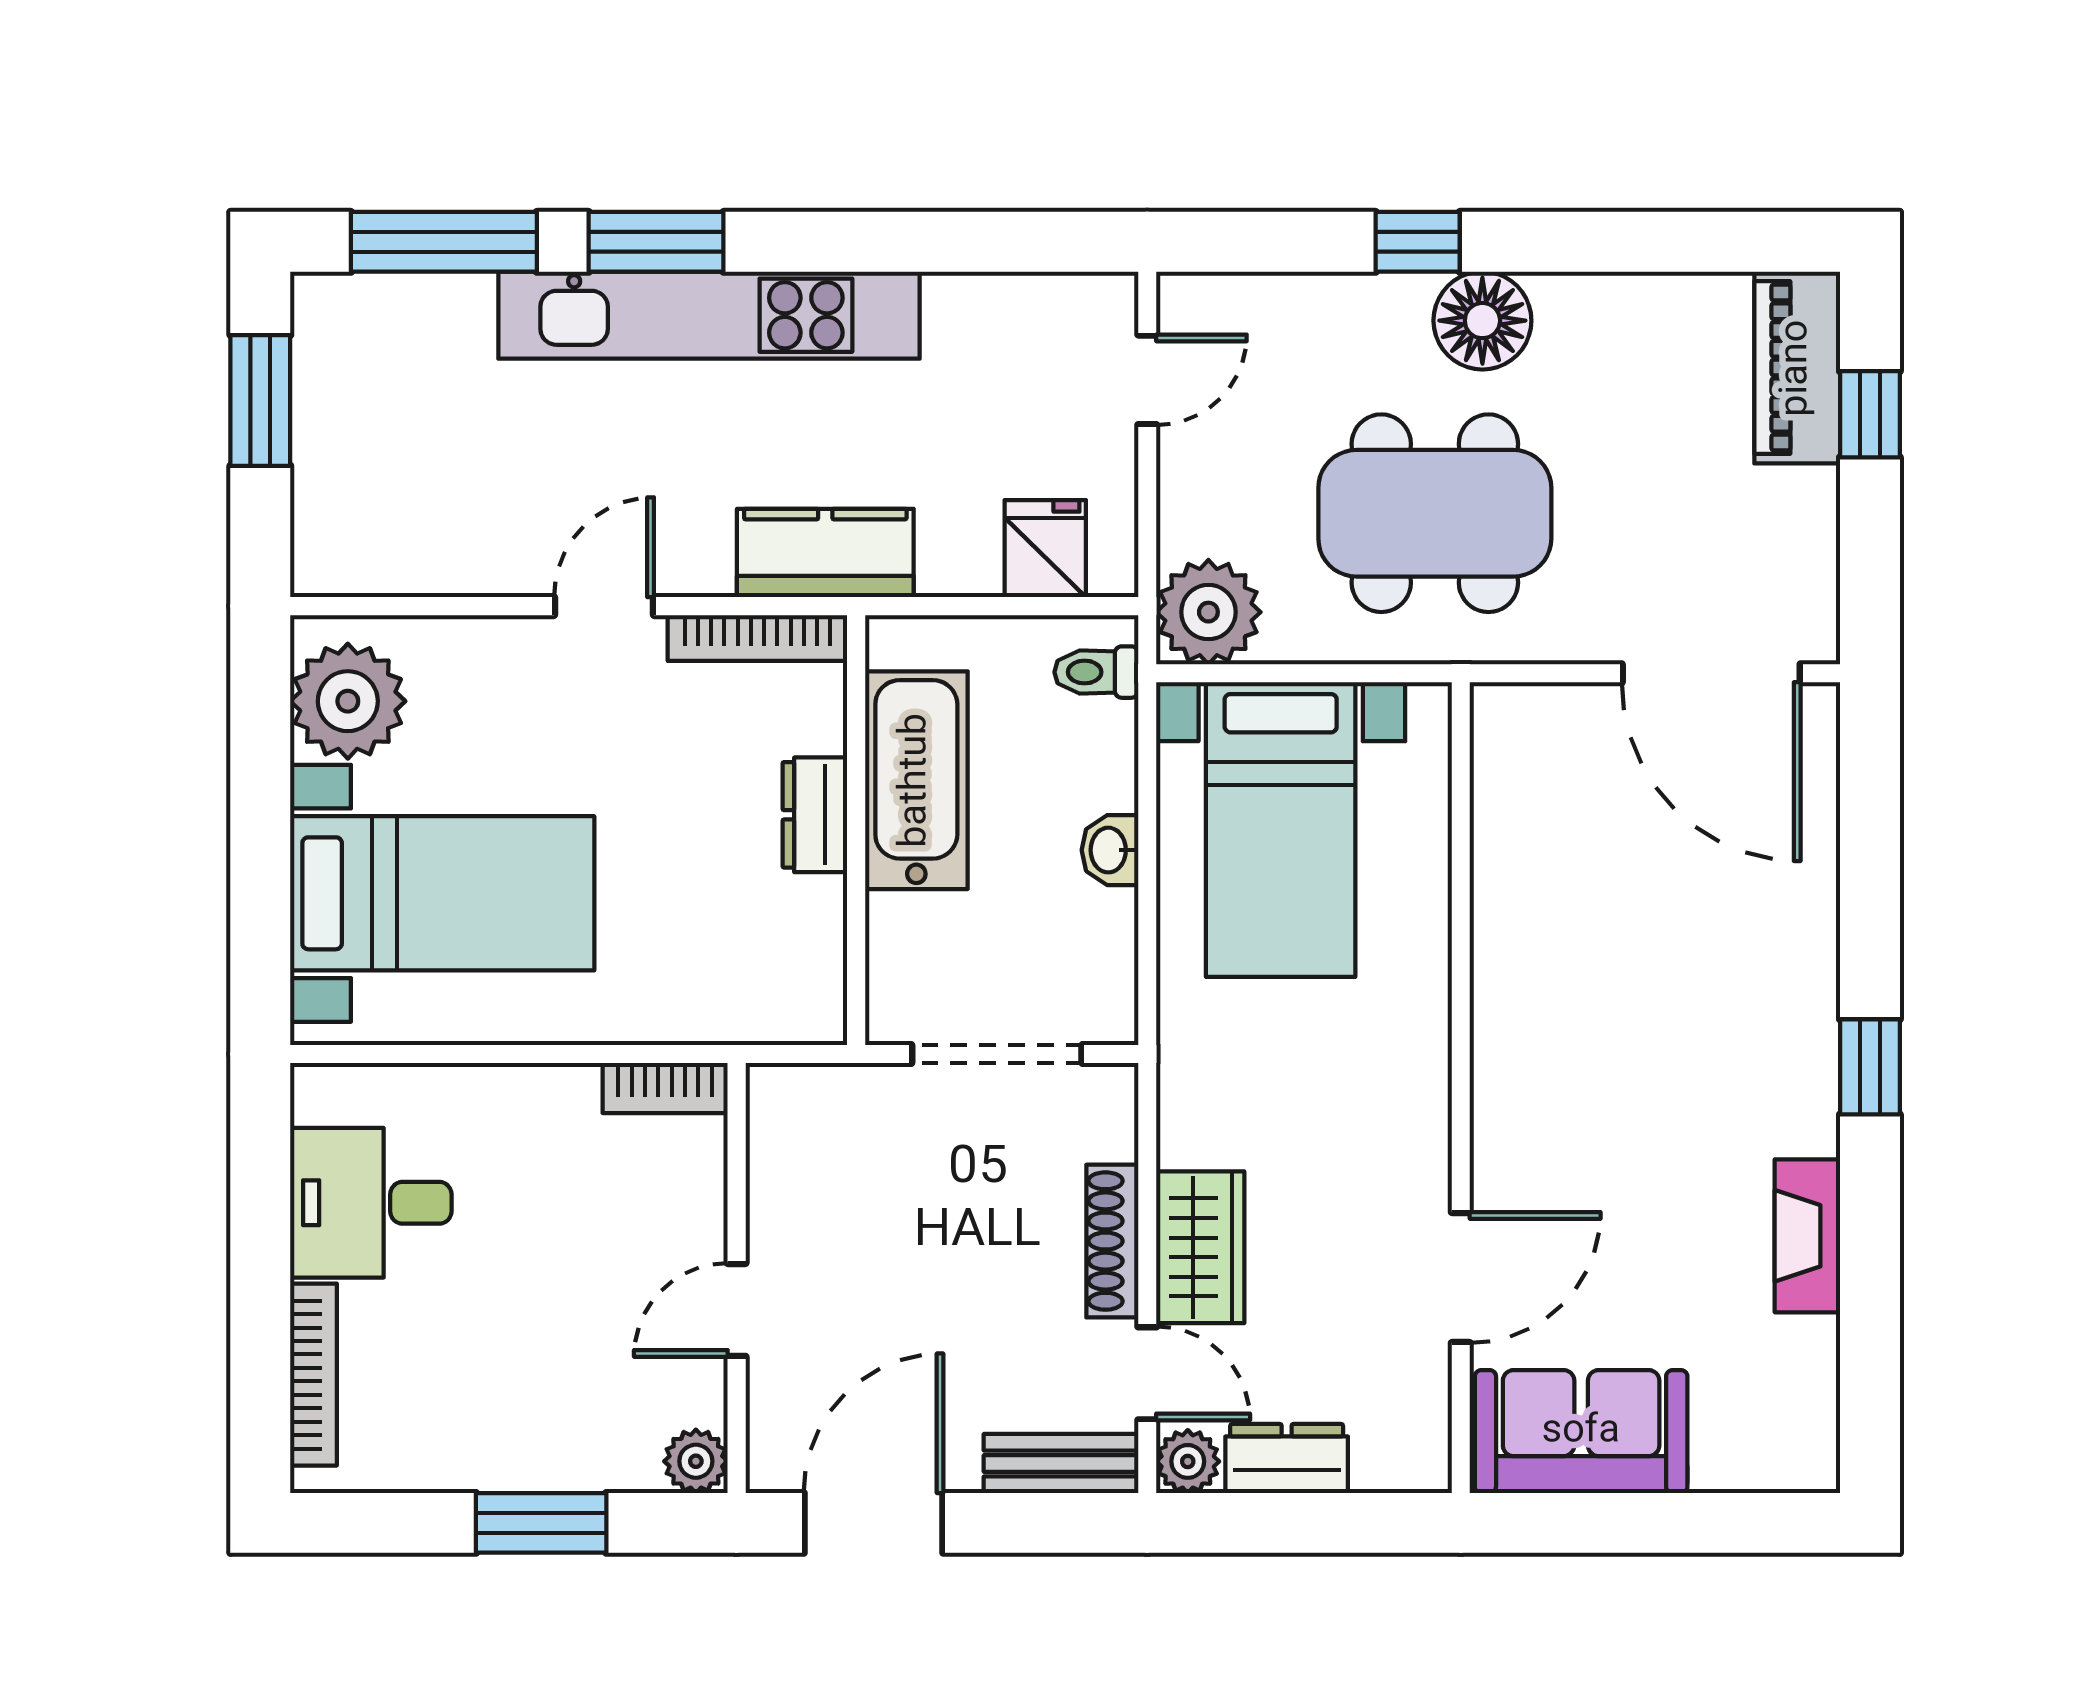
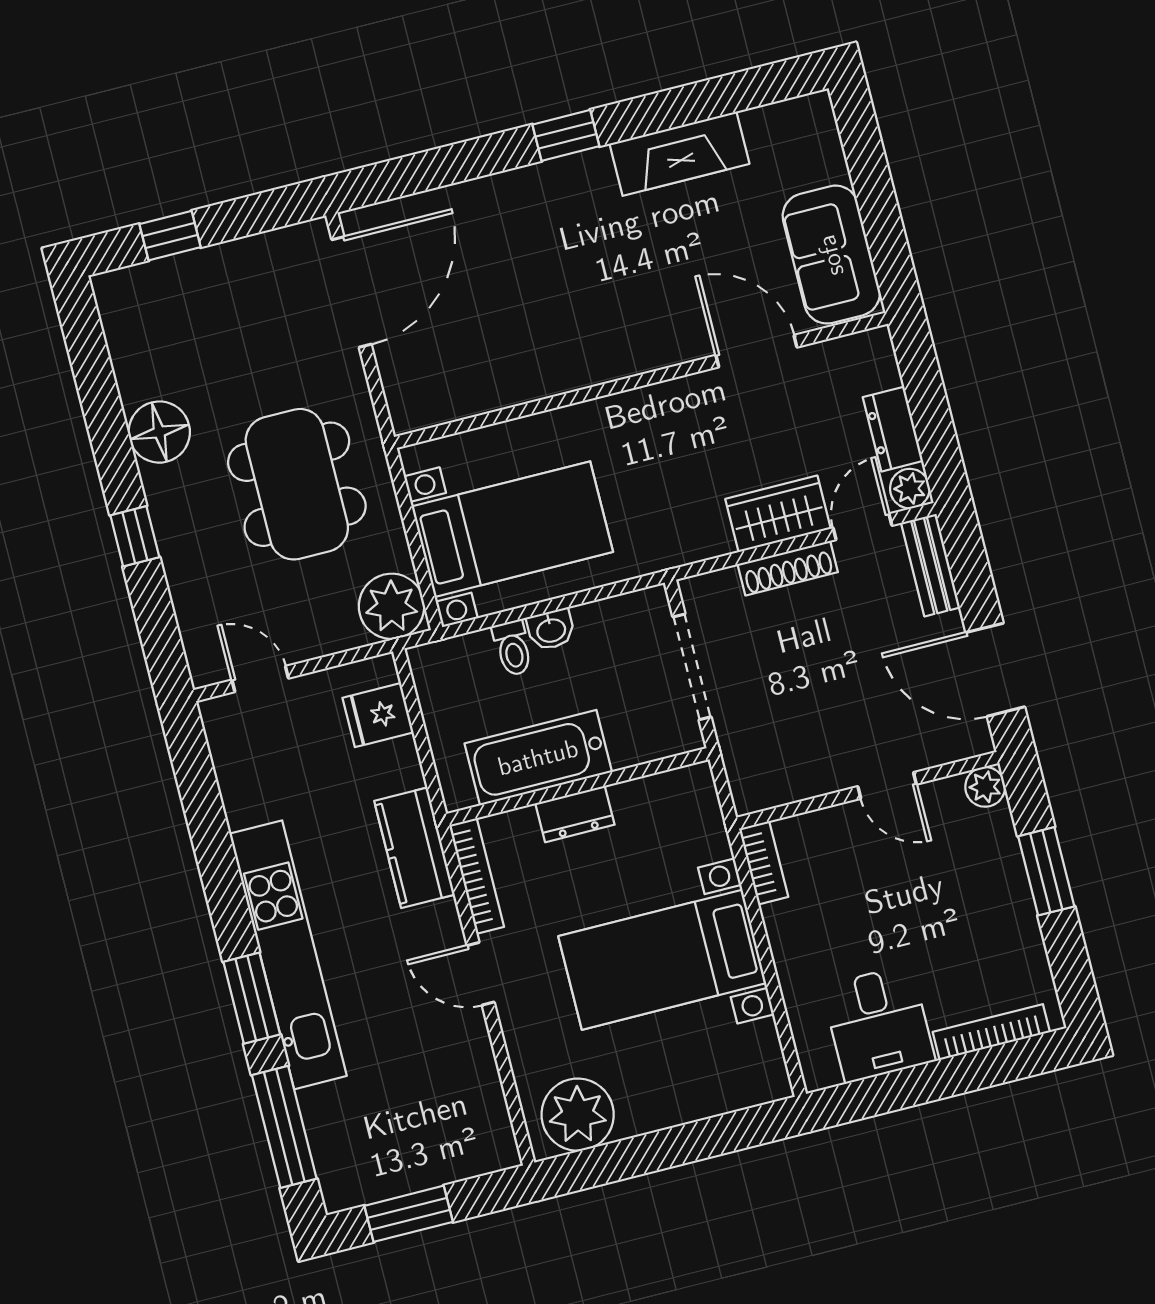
floor lamp: (1482, 321) -> (159, 432), moved
piano: (1797, 368) -> (153, 287), removed
toilet: (1096, 672) -> (513, 648), moved
bed with nightstands: (442, 893) -> (662, 960), moved, turned -90
fireplace: (1807, 1236) -> (679, 154), width x1.37, depth x1.32

